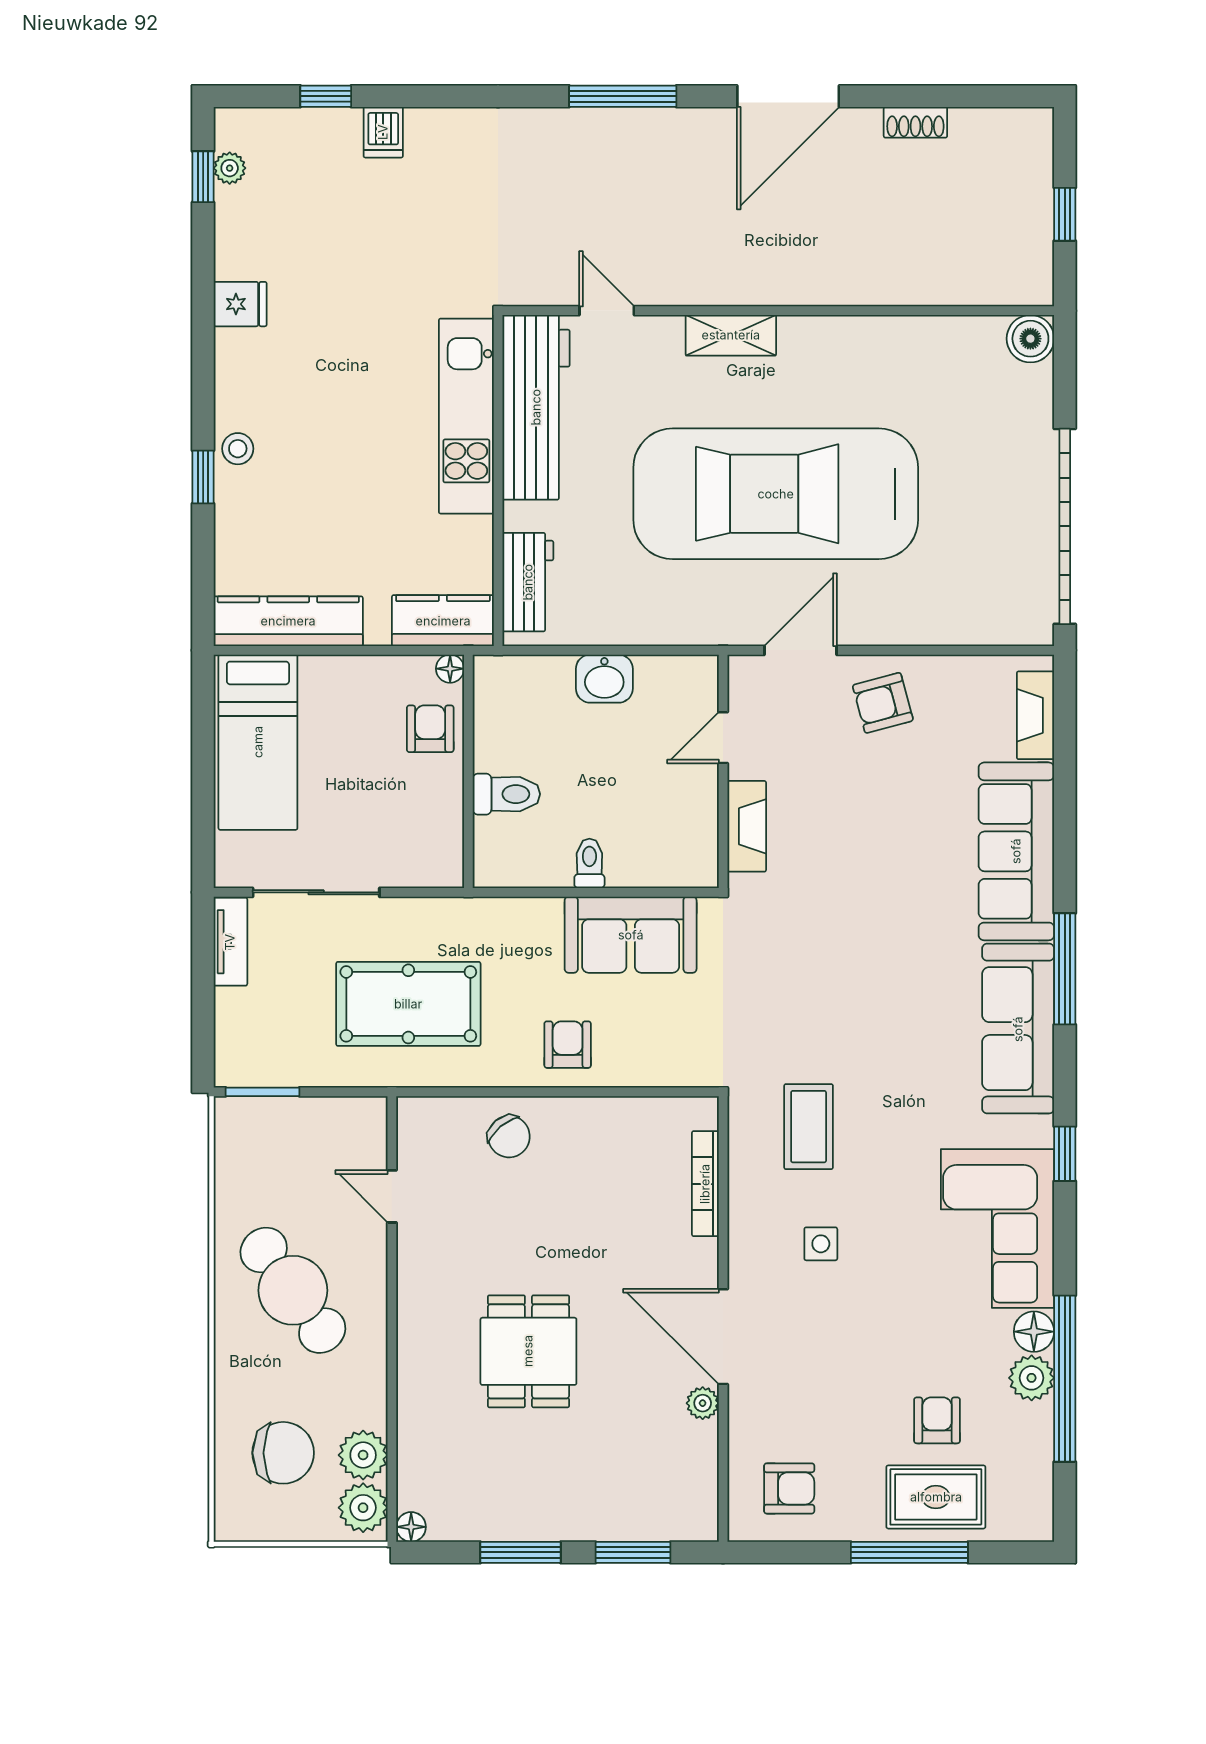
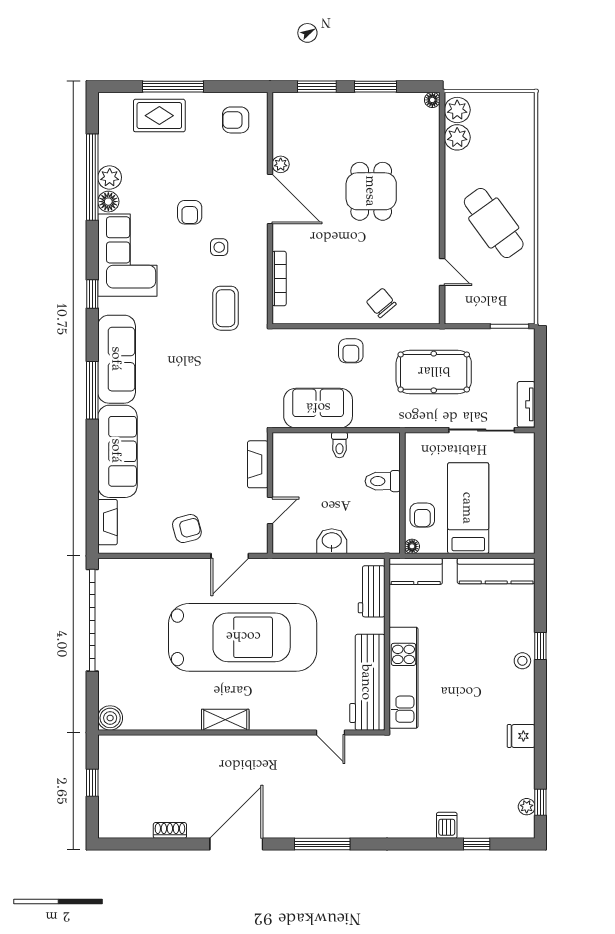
shelving: (731, 335) -> (225, 720), moved
bed: (258, 742) -> (468, 508), moved
armchair: (937, 1420) -> (190, 212), moved
chair: (283, 1453) -> (499, 139), removed

